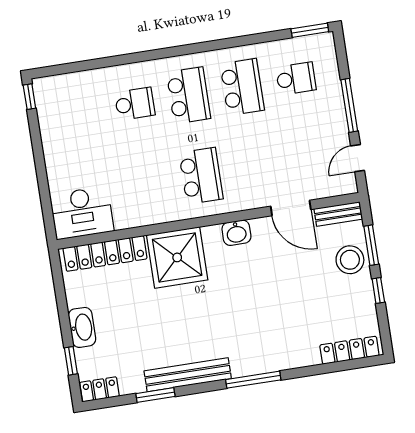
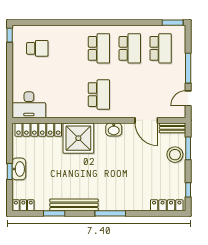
school desk: (296, 79) -> (161, 48), width x1.85
school desk: (135, 104) -> (37, 48), moved
window: (378, 290) -> (188, 190), moved
window: (71, 361) -> (10, 171), moved

